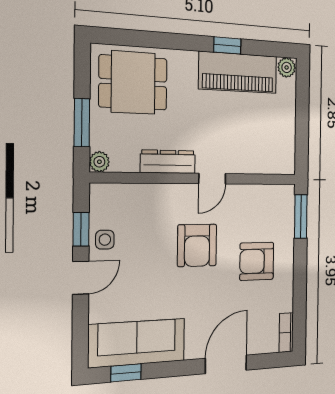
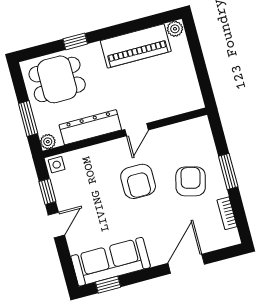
window: (227, 46) -> (75, 41), moved
dresser: (168, 162) -> (90, 127), width x1.37, depth x1.24
window: (301, 216) -> (228, 171), moved
side table: (105, 240) -> (57, 165), moved
armchair: (257, 261) -> (191, 181), turned 104
bookcase: (286, 333) -> (227, 213), moved

